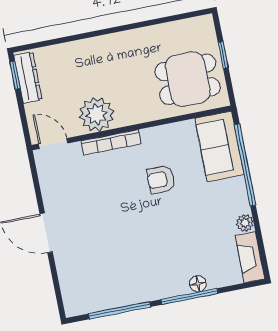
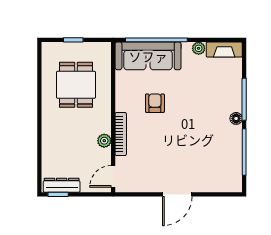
dining table: (188, 79) -> (76, 85), moved
plant: (96, 114) -> (104, 141), width x0.53, depth x0.53
sofa: (219, 146) -> (148, 56), width x1.36
armchair: (161, 179) -> (155, 103), turned 180
floor lamp: (198, 284) -> (236, 118), moved

